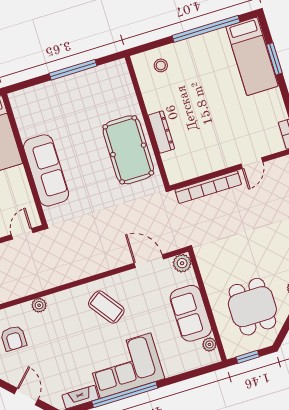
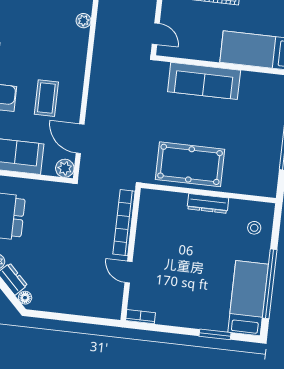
bed: (252, 56) -> (248, 298), moved, turned 90
dresser: (161, 132) -> (208, 203), moved
door: (149, 261) -> (80, 139), swing flipped
coffee table: (106, 307) -> (46, 98), moved, turned -54

